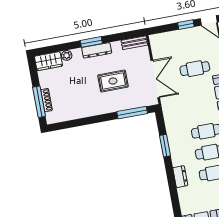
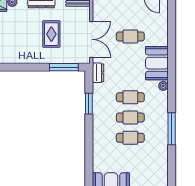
rug: (113, 81) -> (51, 34), turned 90
dresser: (180, 177) -> (98, 73), moved

